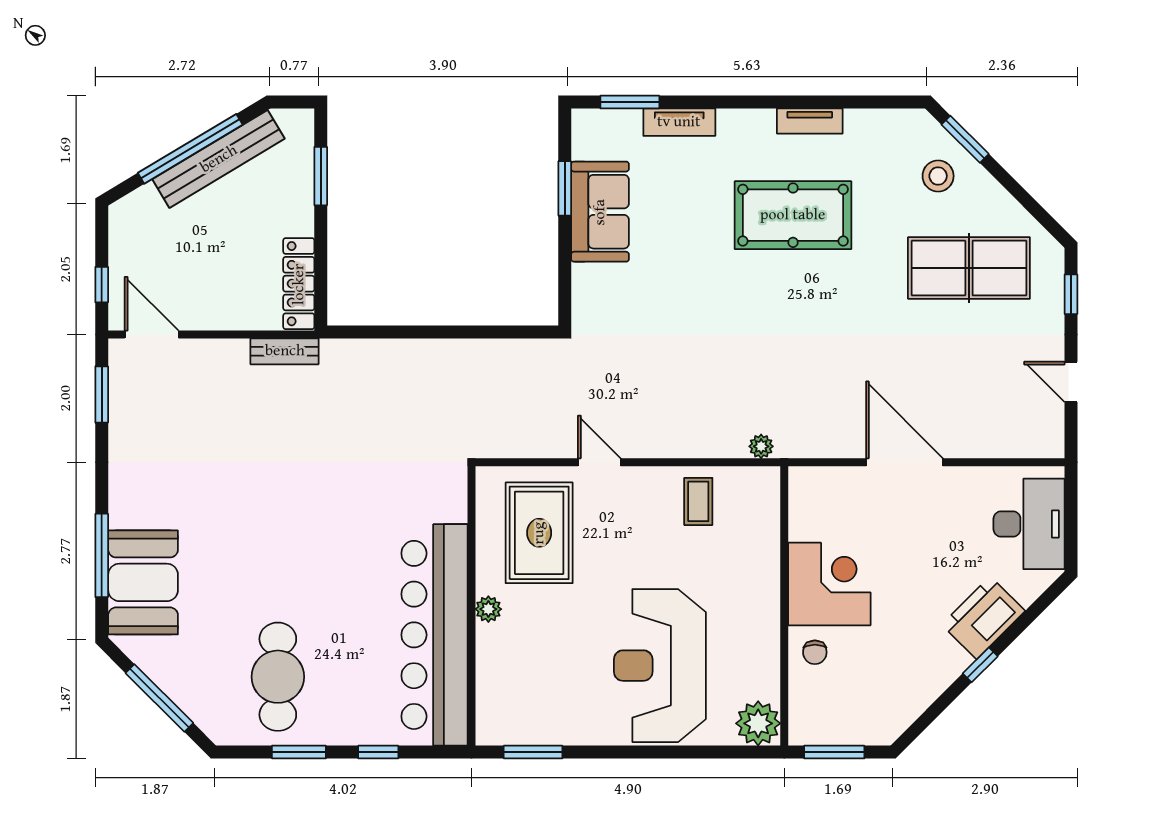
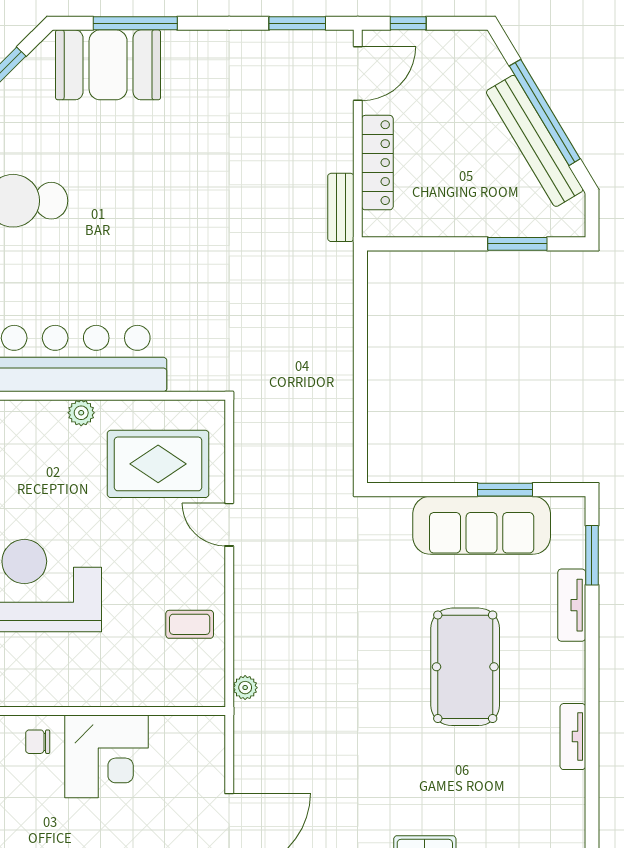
sofa: (600, 212) -> (482, 525), width x1.36
pool table: (793, 215) -> (465, 667), moved
locker: (299, 284) -> (377, 163), moved, turned 90
door: (599, 462) -> (229, 525), swing flipped

